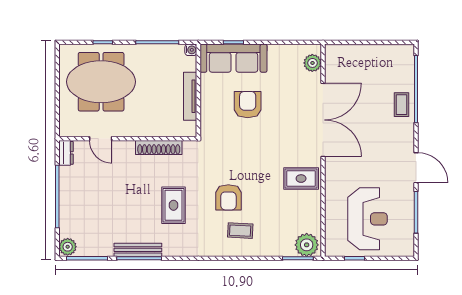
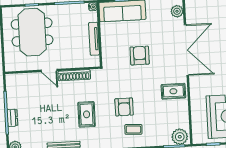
meeting table: (101, 82) -> (32, 32), turned 90
armchair: (248, 105) -> (140, 56), moved
door: (101, 139) -> (49, 70), moved
dresser: (66, 153) -> (12, 118), moved

